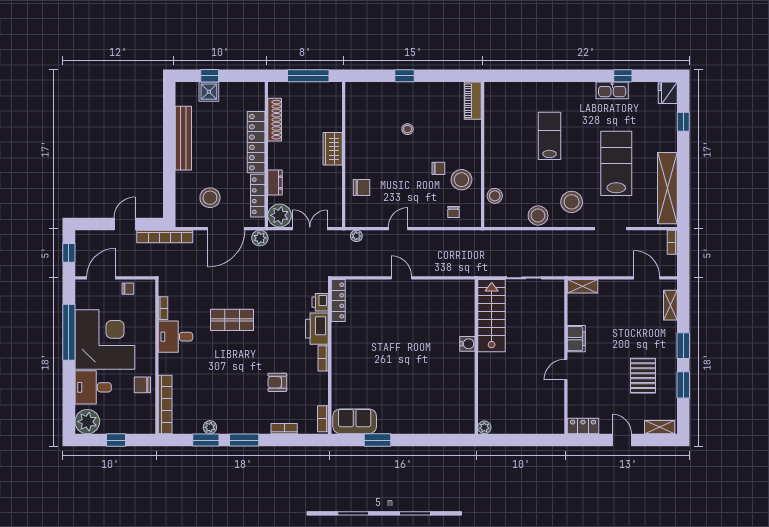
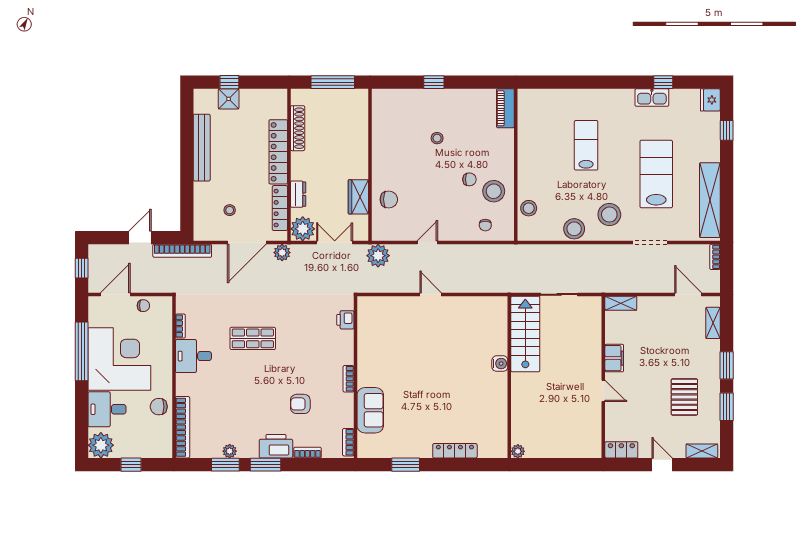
wardrobe: (333, 149) -> (358, 197), moved
stool: (210, 198) -> (230, 210), width x0.53, depth x0.53
plant: (356, 236) -> (378, 256), width x1.87, depth x1.87
locker: (338, 301) -> (455, 451), moved, turned -90
printer: (317, 329) -> (276, 446), moved, turned 90
door: (566, 370) -> (603, 391), swing flipped
sofa: (355, 421) -> (370, 410), moved, turned 90

